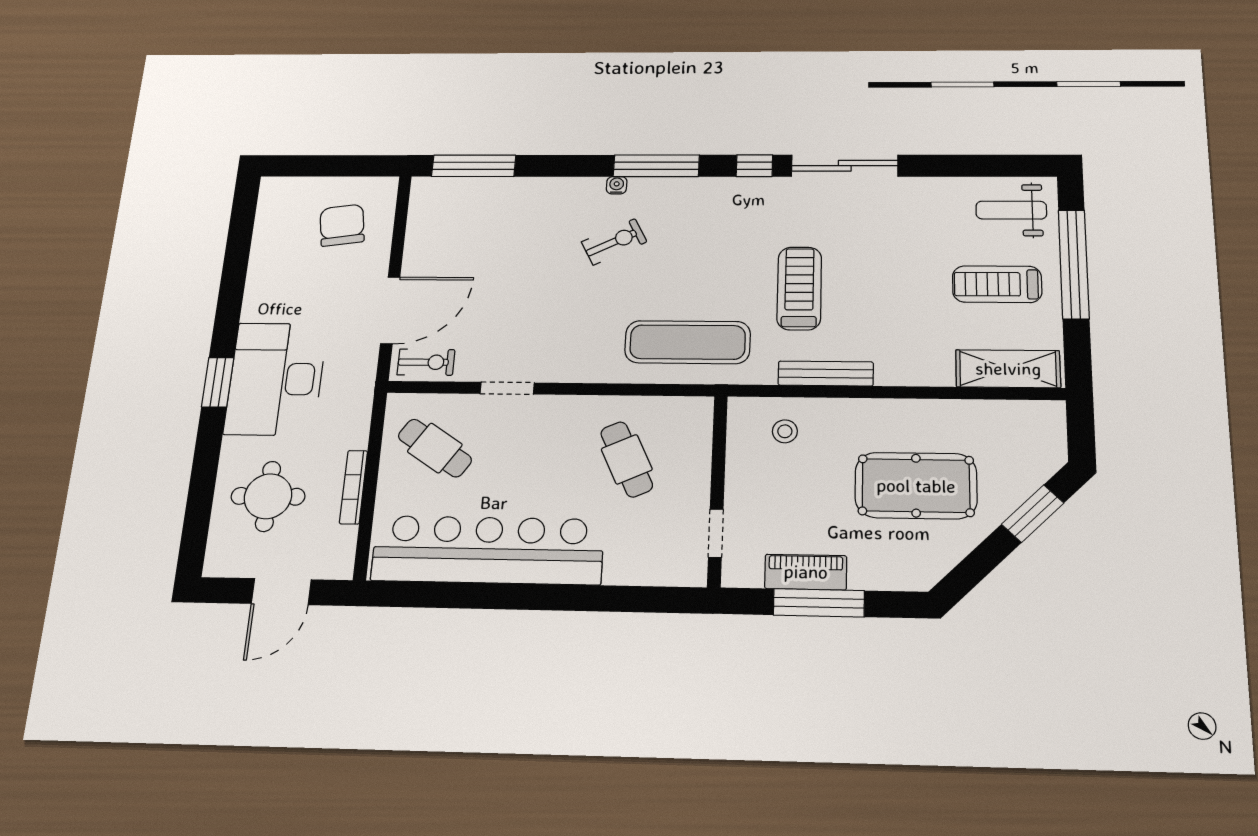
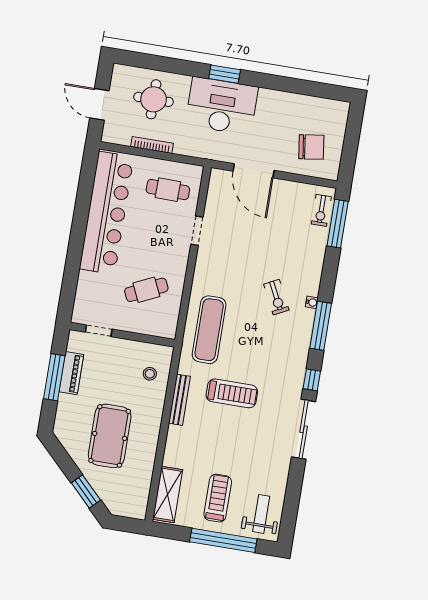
exercise bike: (426, 362) -> (321, 210), moved
cafe table: (435, 448) -> (168, 190), turned 57

